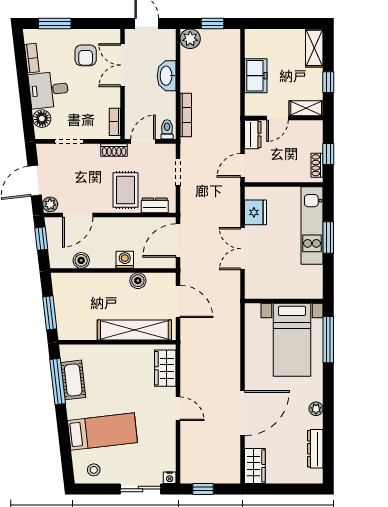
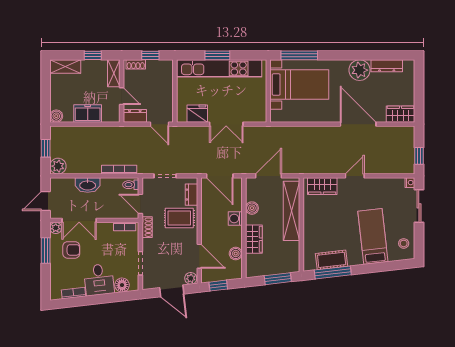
window: (55, 23) -> (46, 250), moved
plant: (113, 36) -> (56, 228), added
boiler: (253, 37) -> (56, 116), added
shoe rack: (317, 165) -> (136, 64), moved
kitchen unit: (312, 226) -> (219, 68), width x1.36
wardrobe: (99, 283) -> (254, 239), added
plant: (316, 409) -> (360, 70), width x1.87, depth x1.87

